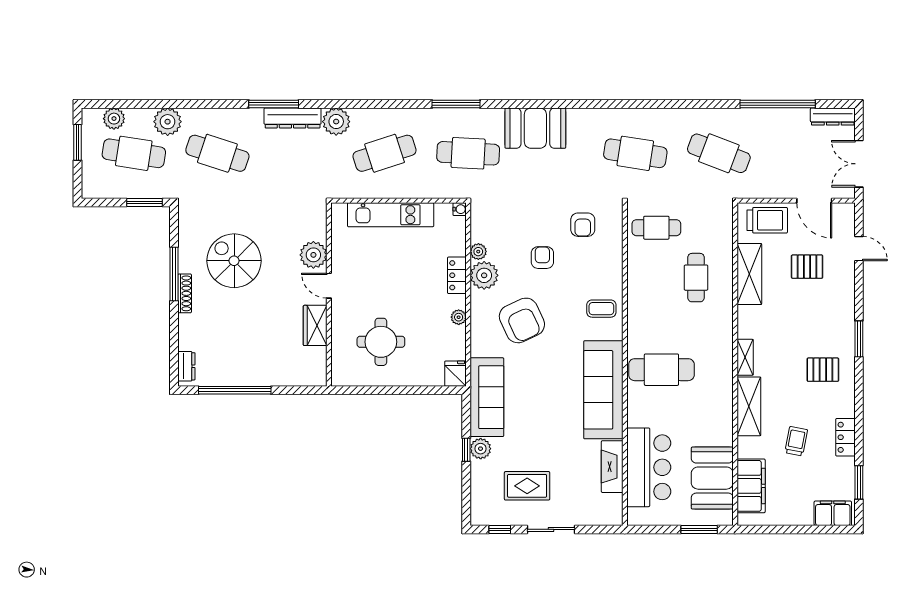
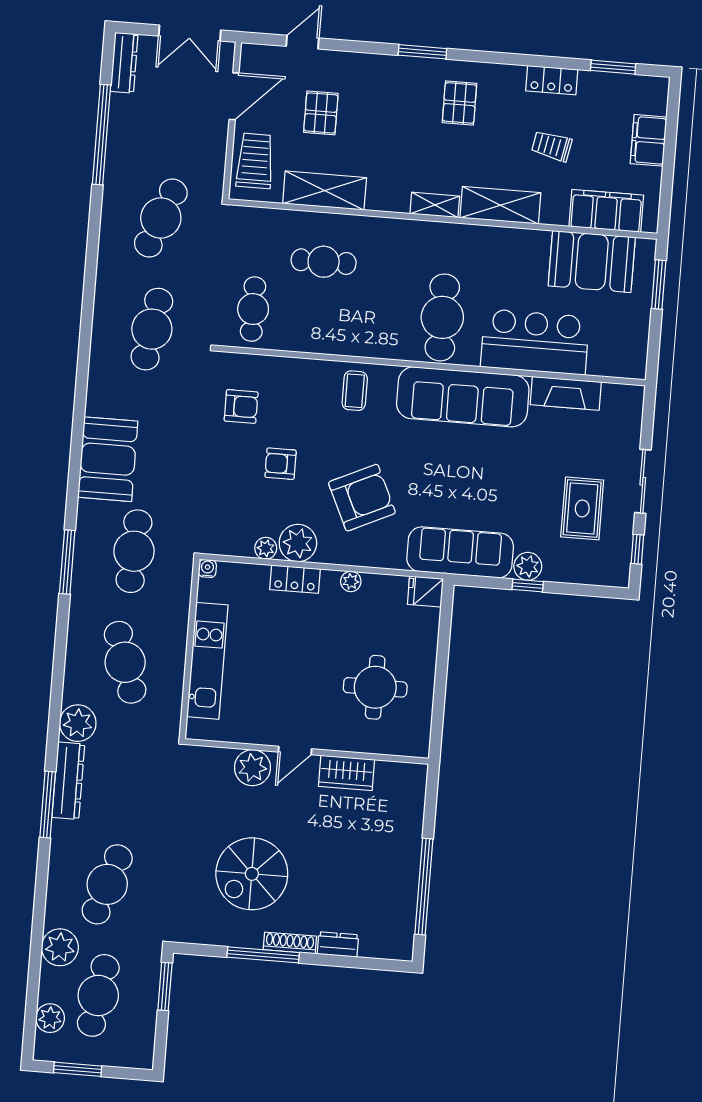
dresser: (186, 366) -> (338, 944), moved
bar counter: (649, 467) -> (535, 342), moved
filing cabinet: (833, 513) -> (649, 140), moved

